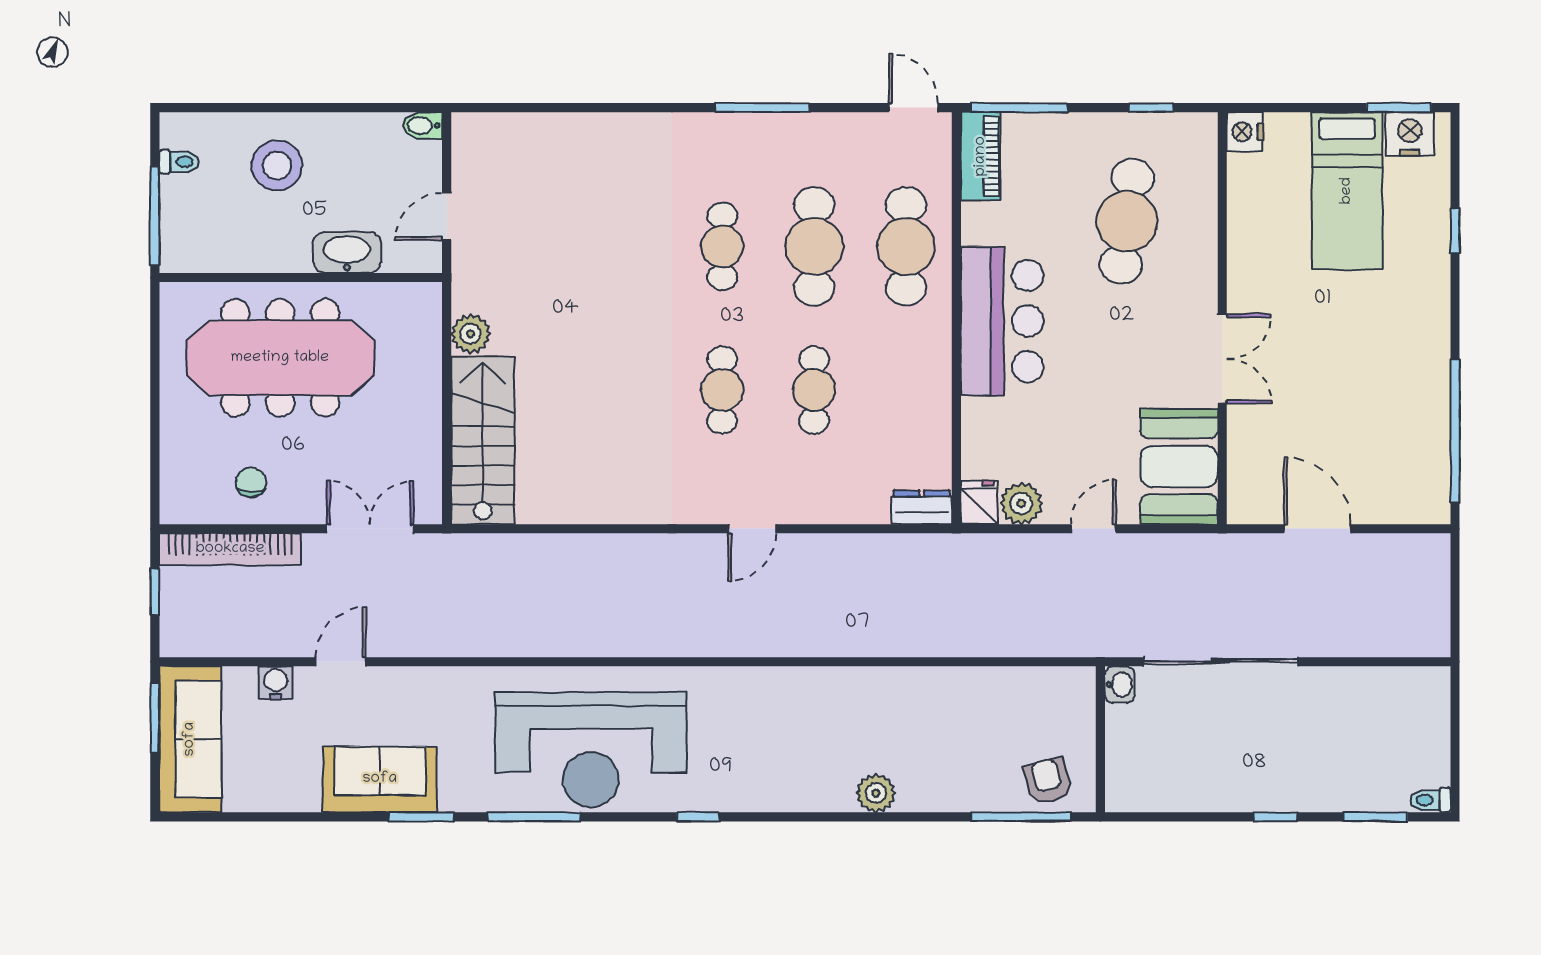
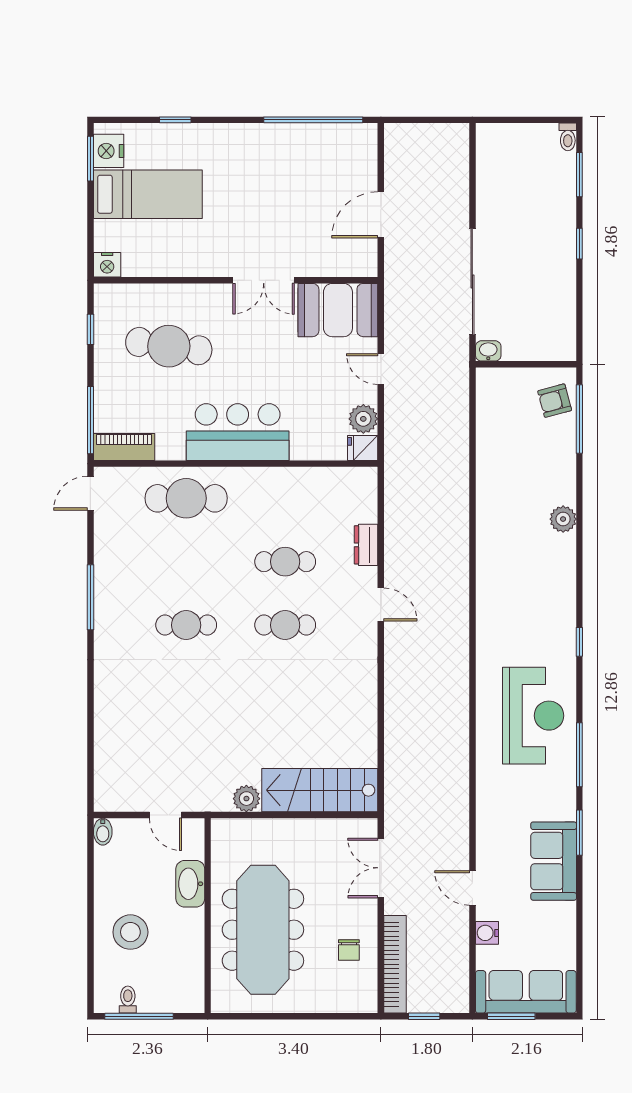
window: (155, 216) -> (139, 1016), moved
cafe table: (814, 246) -> (186, 562), removed
double door: (1222, 359) -> (264, 280), swing flipped
chair: (251, 482) -> (349, 950), turned -90
dresser: (922, 507) -> (366, 545), moved
reception desk: (591, 750) -> (533, 716), width x0.74, depth x0.77

